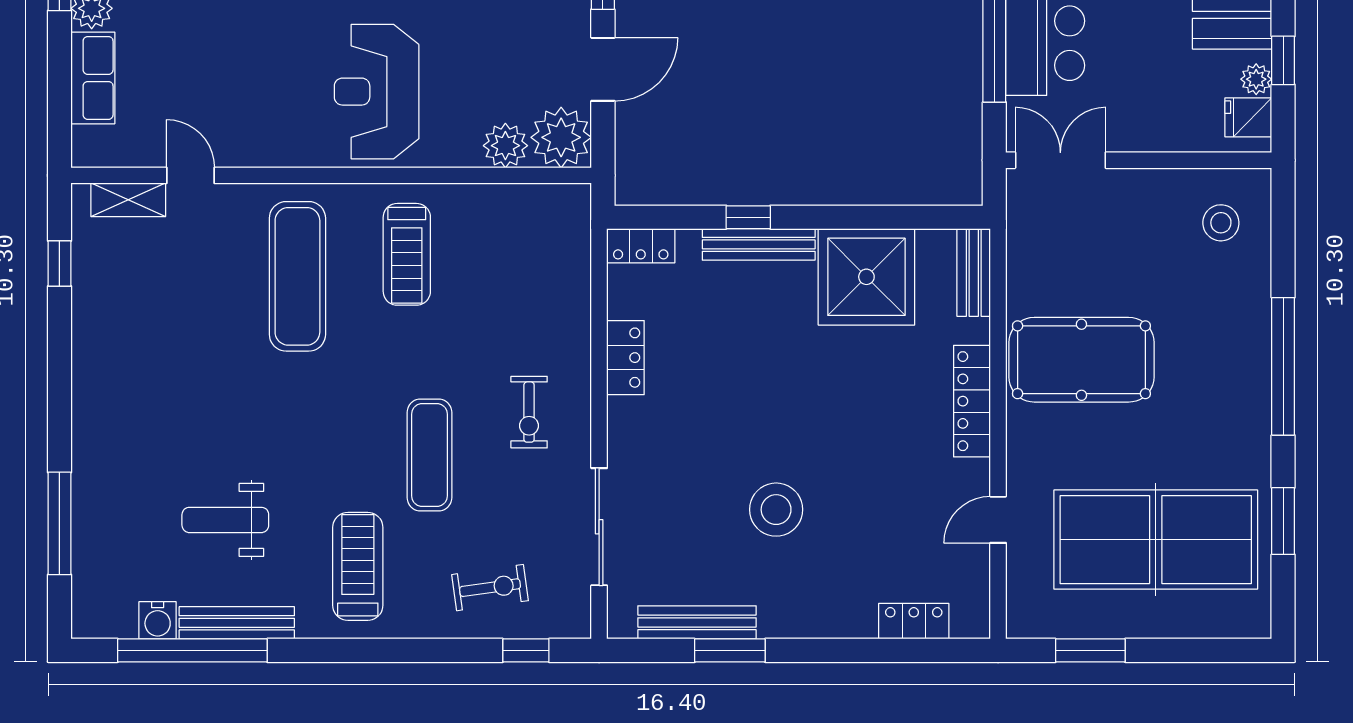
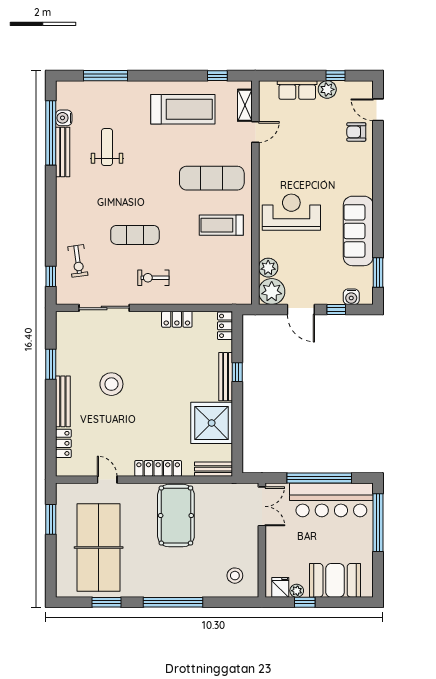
treadmill: (358, 566) -> (183, 109), moved, width x1.37, depth x1.38
bench: (697, 622) -> (63, 401), moved

